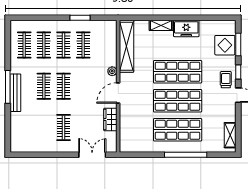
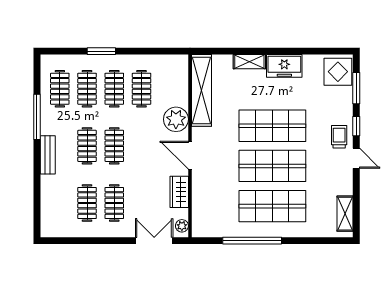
window: (80, 18) -> (101, 51), moved
display table: (225, 45) -> (338, 72), moved
plant: (112, 71) -> (176, 119), width x1.87, depth x1.87
window: (8, 87) -> (37, 117), moved
bench: (15, 93) -> (48, 155), width x0.73
door: (118, 93) -> (190, 155), hinge flipped
clothes rail: (44, 128) -> (87, 203), added
plant: (112, 144) -> (182, 226), added
window: (186, 155) -> (252, 241), moved

